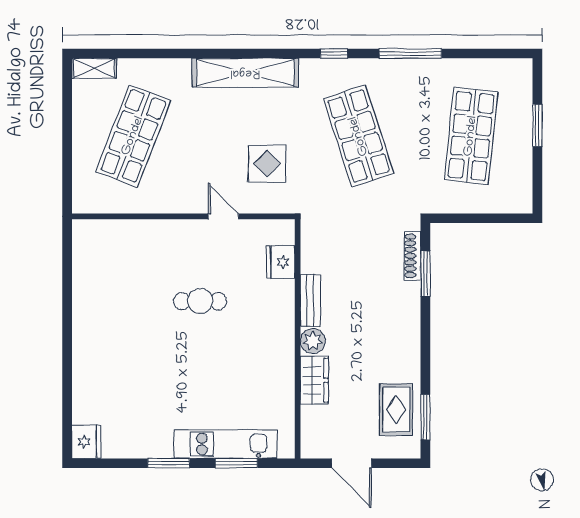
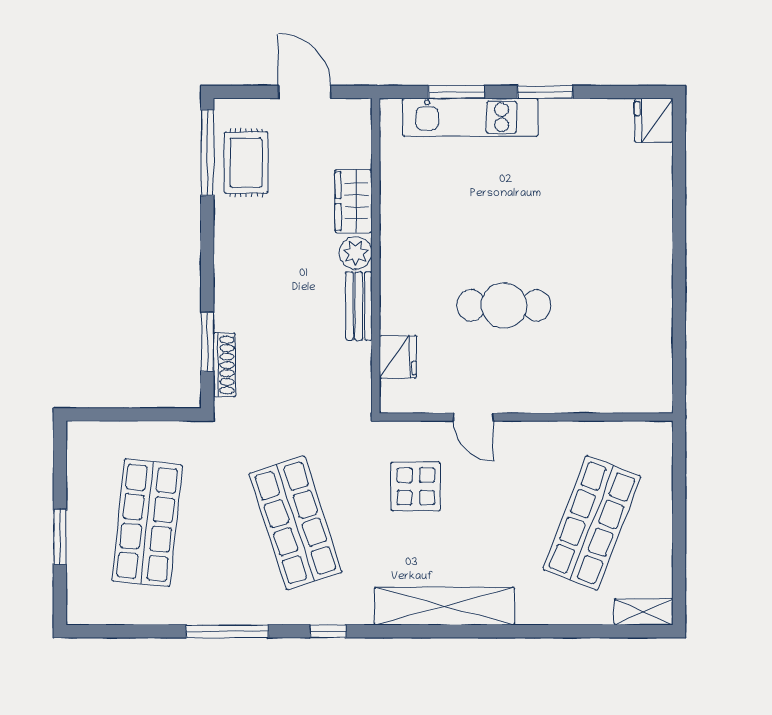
cafe table: (200, 301) -> (504, 305), width x1.37, depth x1.35
window: (425, 417) -> (207, 153), width x1.44

